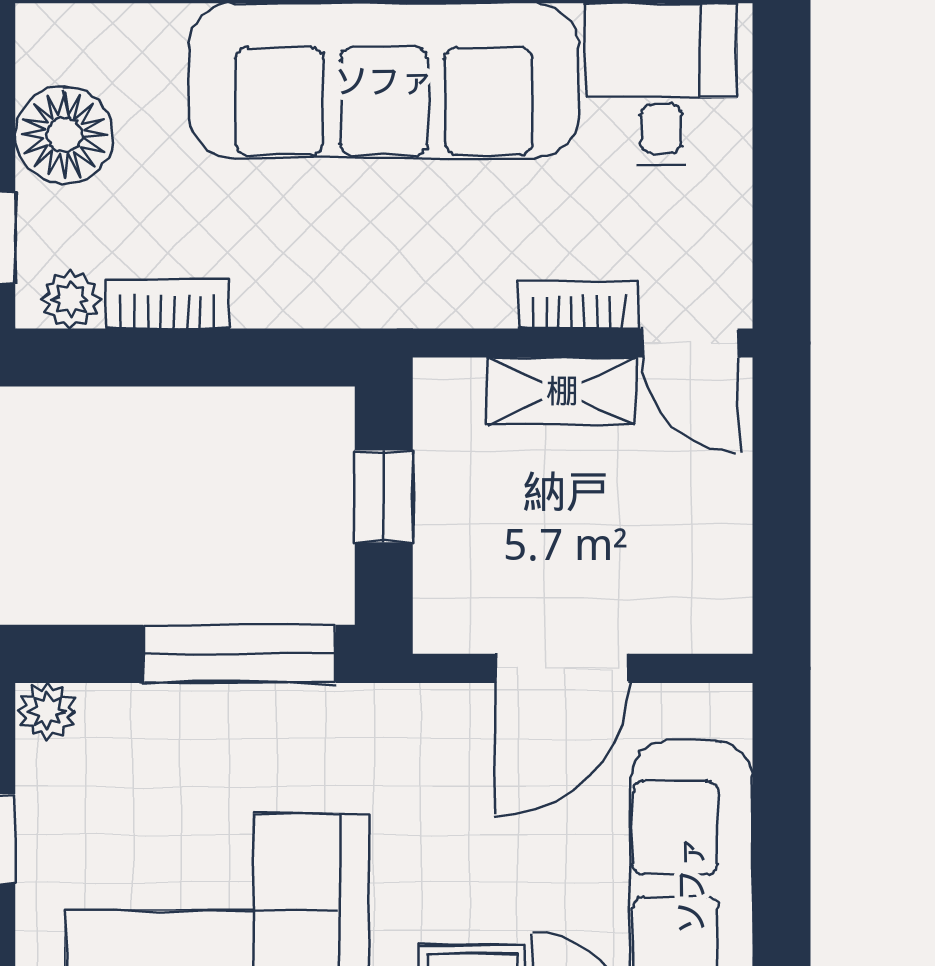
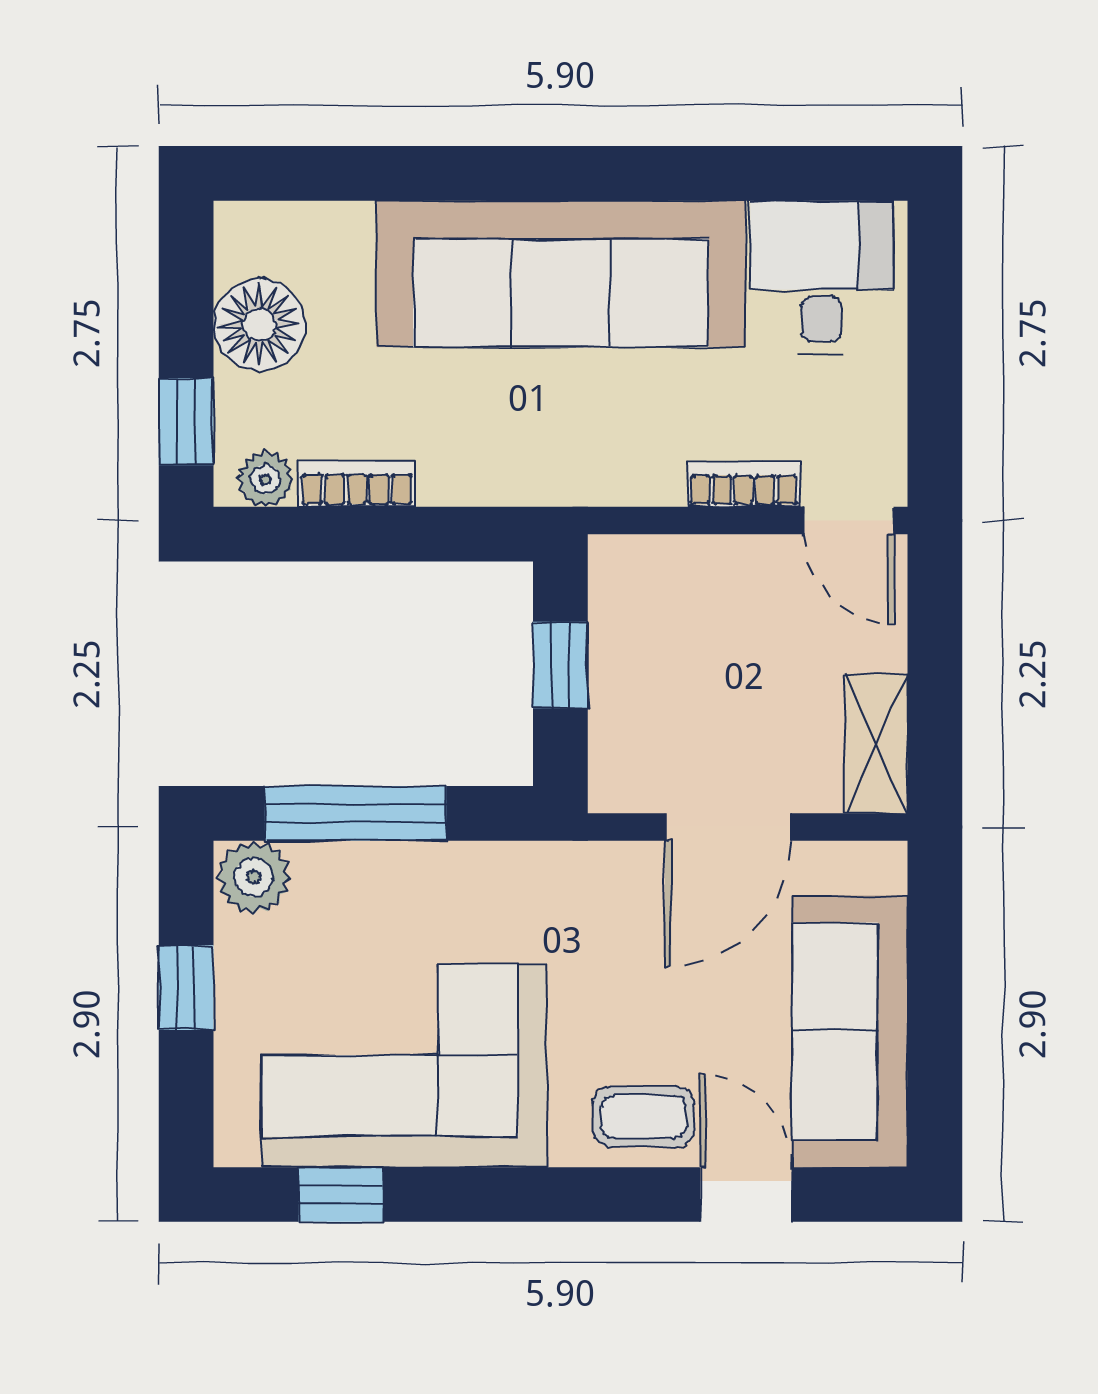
shelving: (562, 391) -> (876, 744), moved, turned 90
window: (239, 654) -> (356, 813), moved
plant: (47, 711) -> (254, 877), width x1.38, depth x1.38

